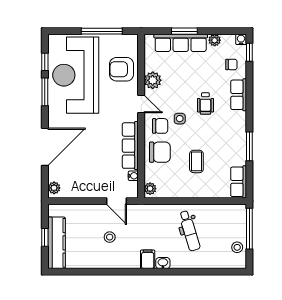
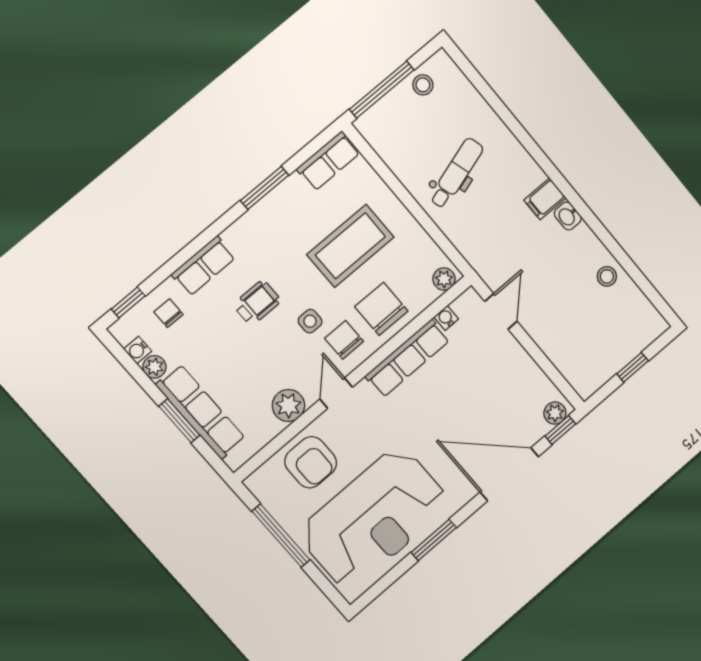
water cooler: (241, 39) -> (138, 350), moved
window: (45, 62) -> (560, 430), moved
coffee table: (196, 161) -> (350, 246), width x1.86, depth x1.72
stool: (110, 237) -> (607, 276), moved
kitchen counter: (57, 243) -> (627, 345), removed
washbasin: (163, 263) -> (568, 216), moved

